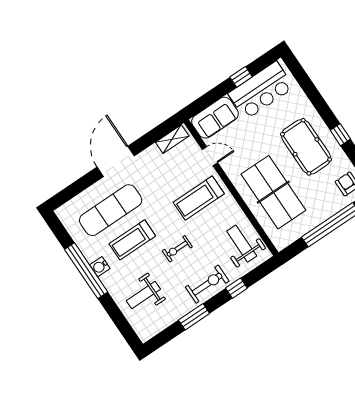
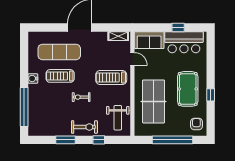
weight bench: (242, 244) -> (118, 118), turned 180
window: (86, 271) -> (24, 107), moved
weight bench: (143, 295) -> (46, 110), removed

